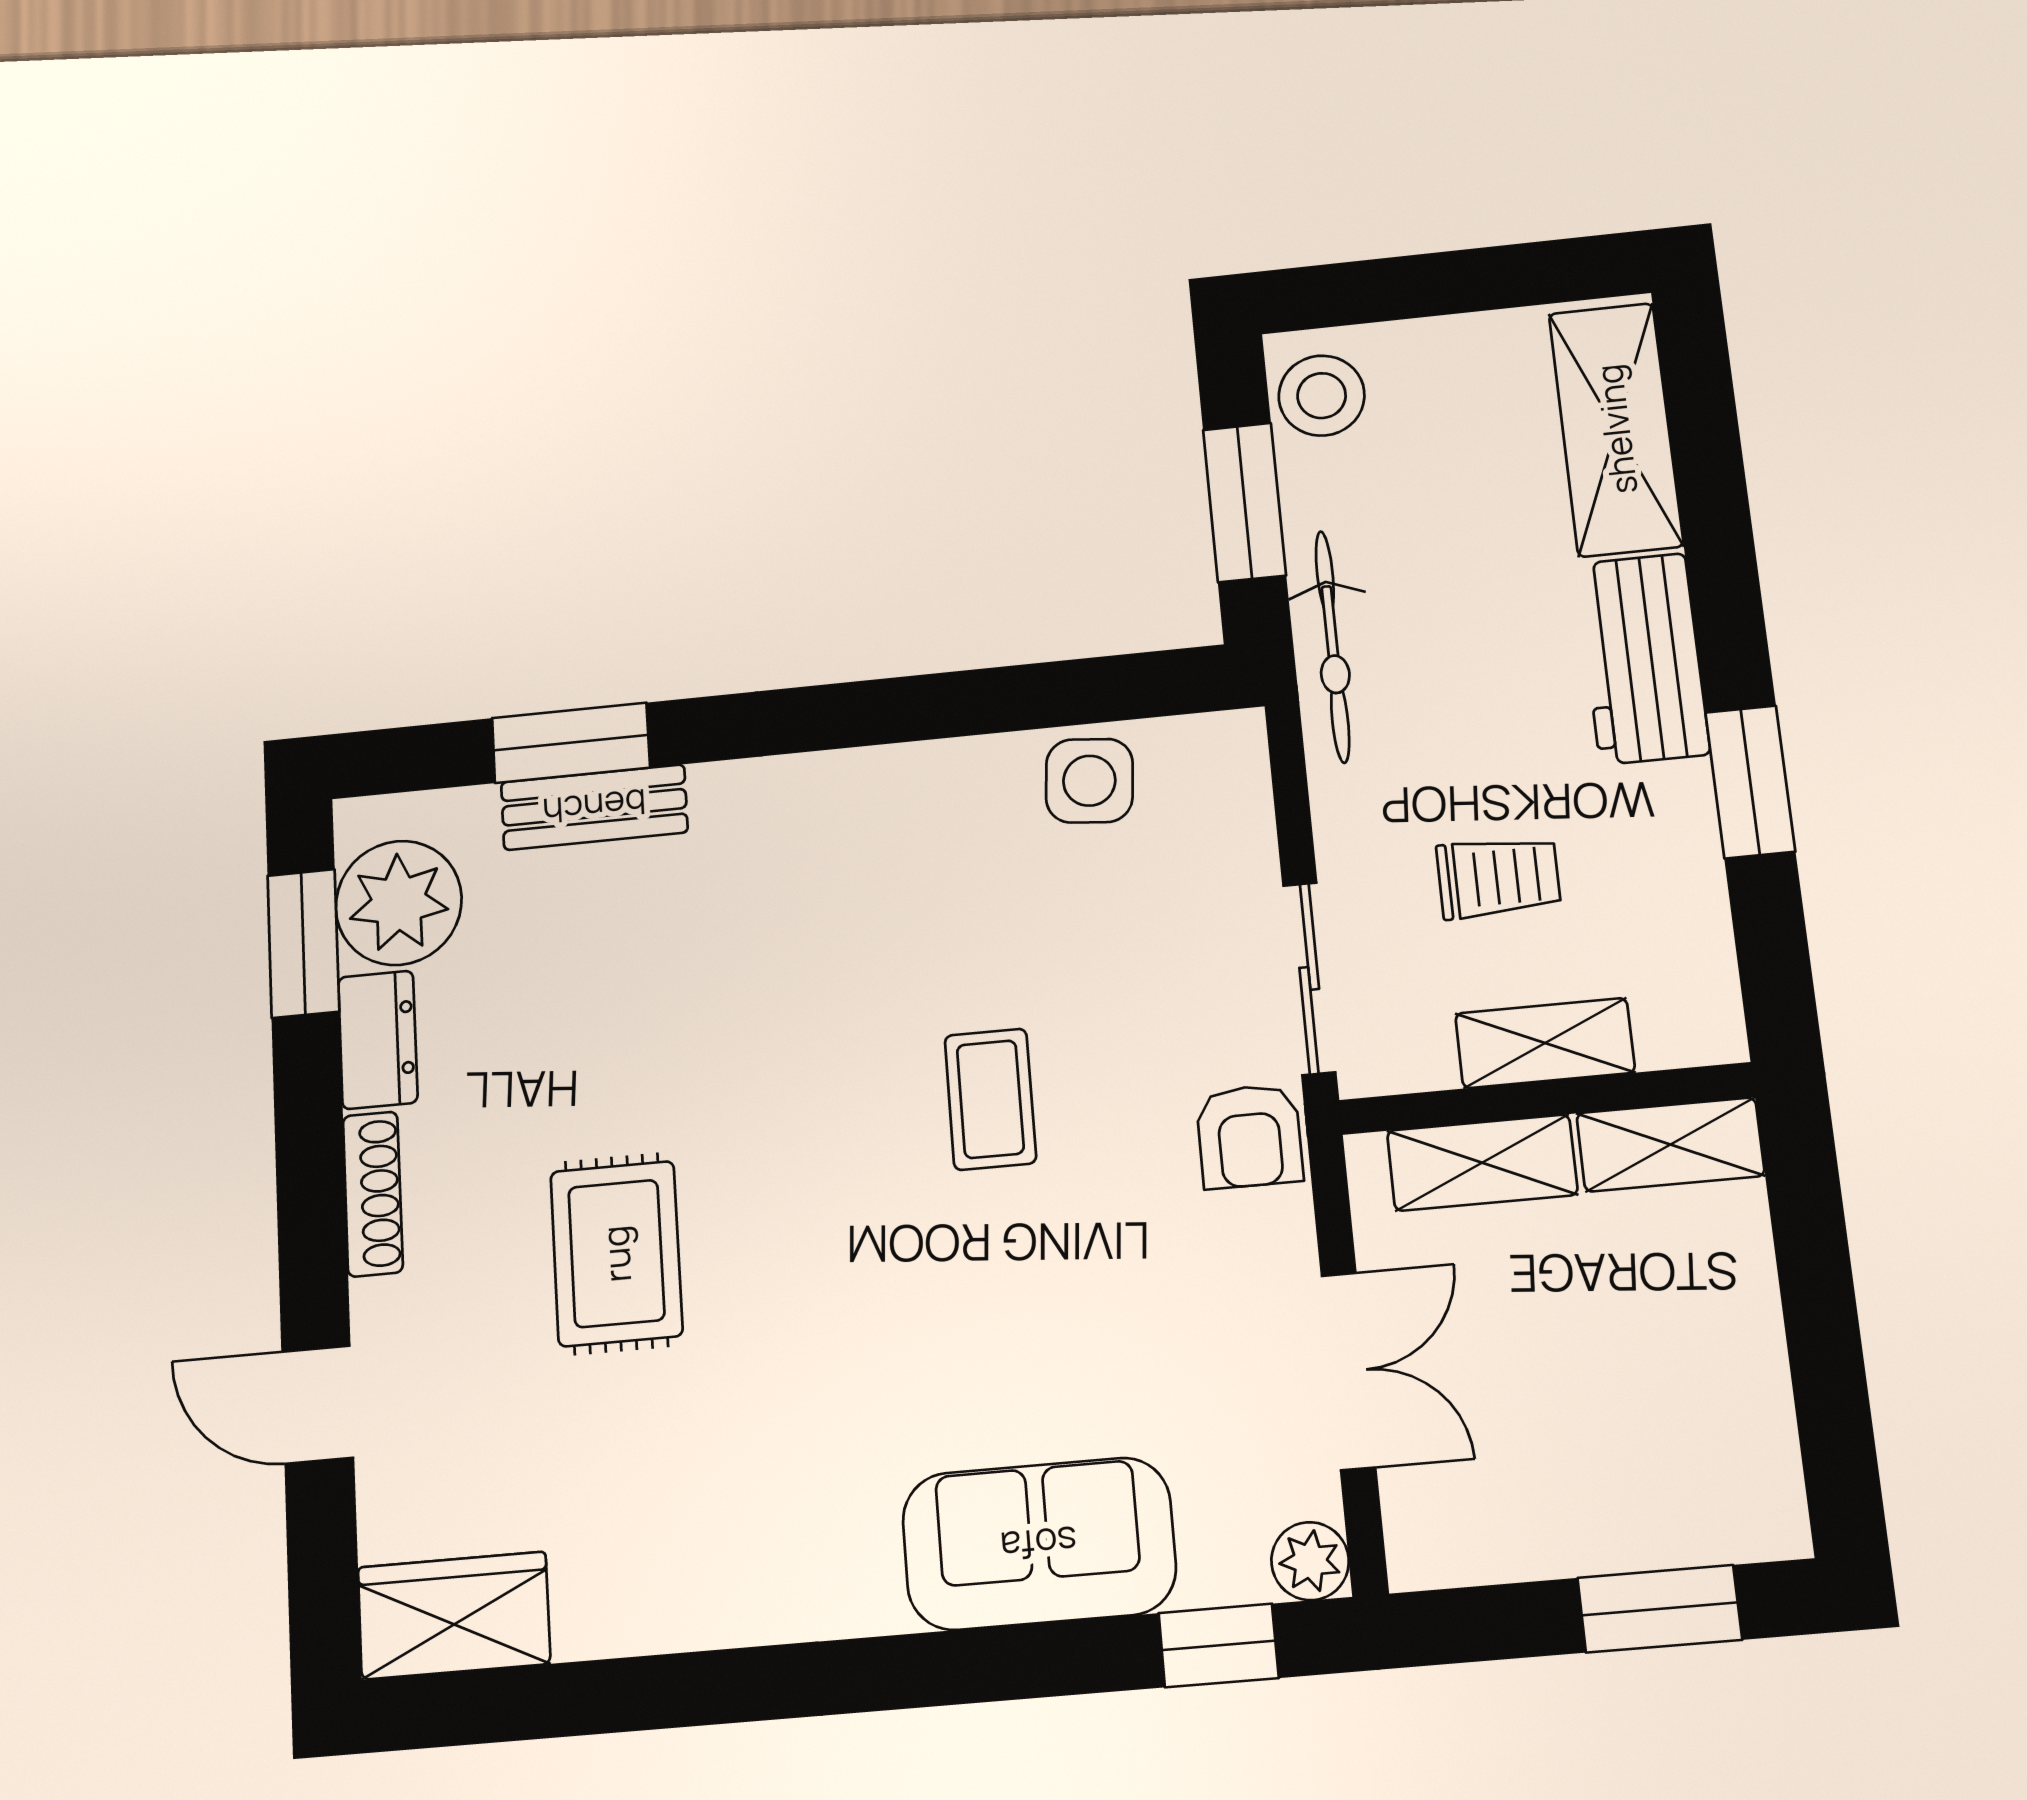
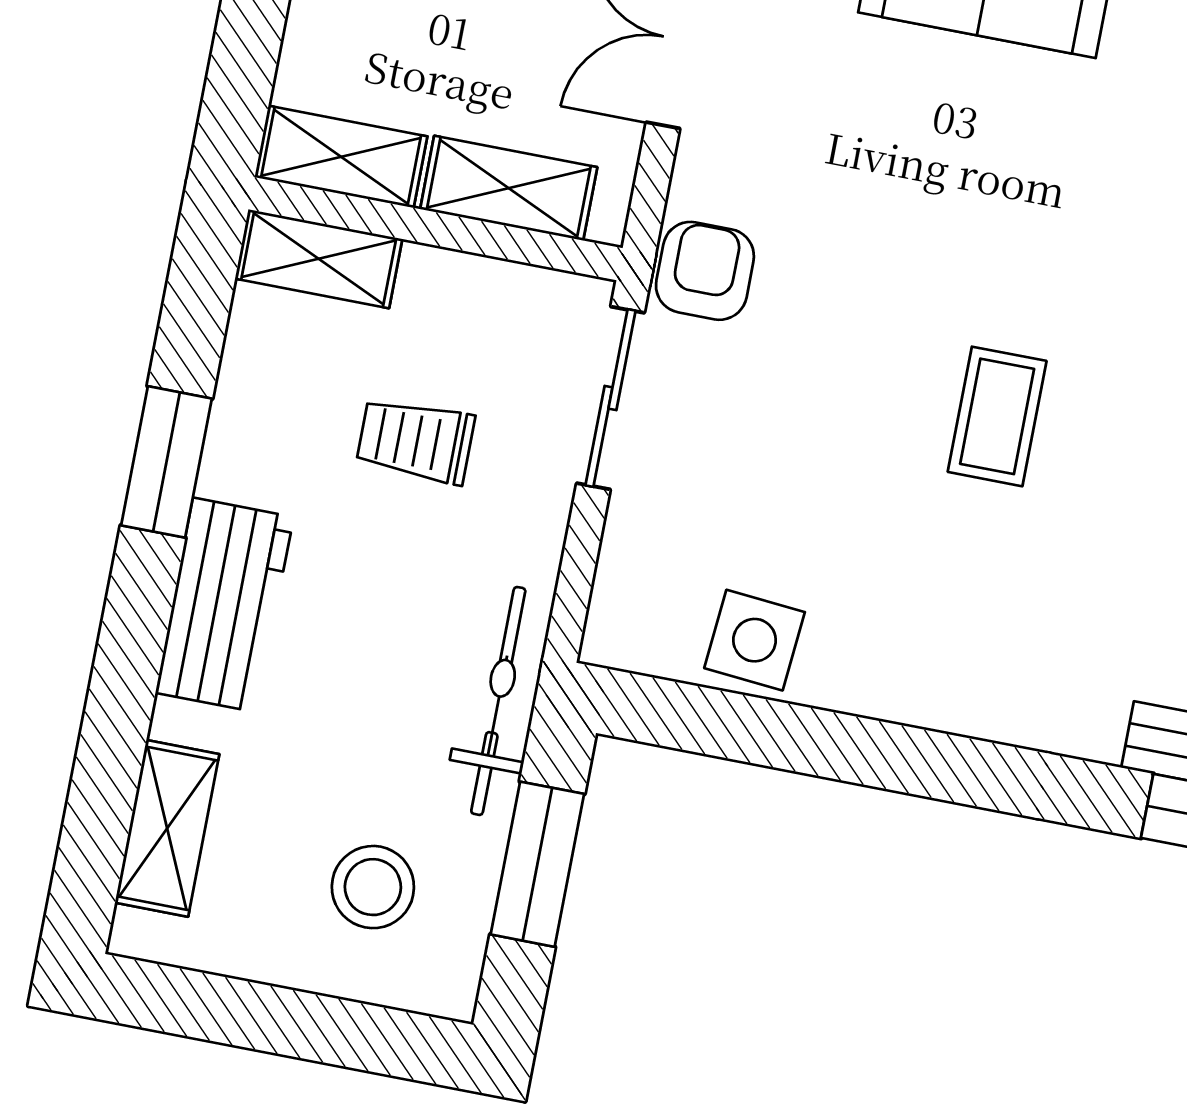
stool: (1322, 396) -> (373, 887), moved
shelving: (1616, 429) -> (167, 828), width x0.67, depth x0.75
shelving: (1545, 1043) -> (319, 259), moved
coffee table: (990, 1099) -> (997, 416), moved

